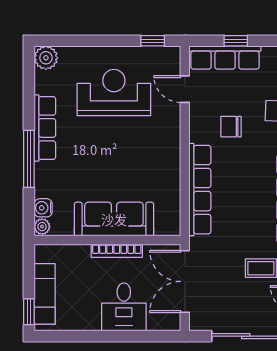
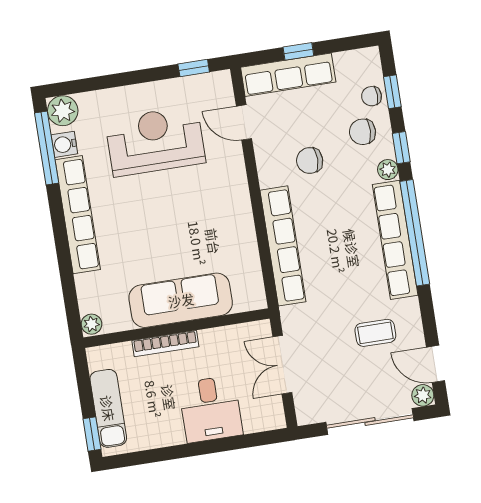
row of seats: (45, 128) -> (78, 215), width x1.36
window: (29, 159) -> (47, 148), moved
water cooler: (43, 208) -> (64, 144), moved
bookcase: (117, 251) -> (165, 344), moved
double door: (185, 281) -> (282, 365), width x0.73

